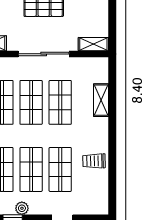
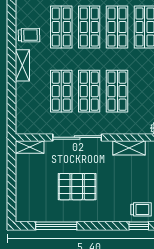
shelving: (101, 100) -> (22, 65), moved

